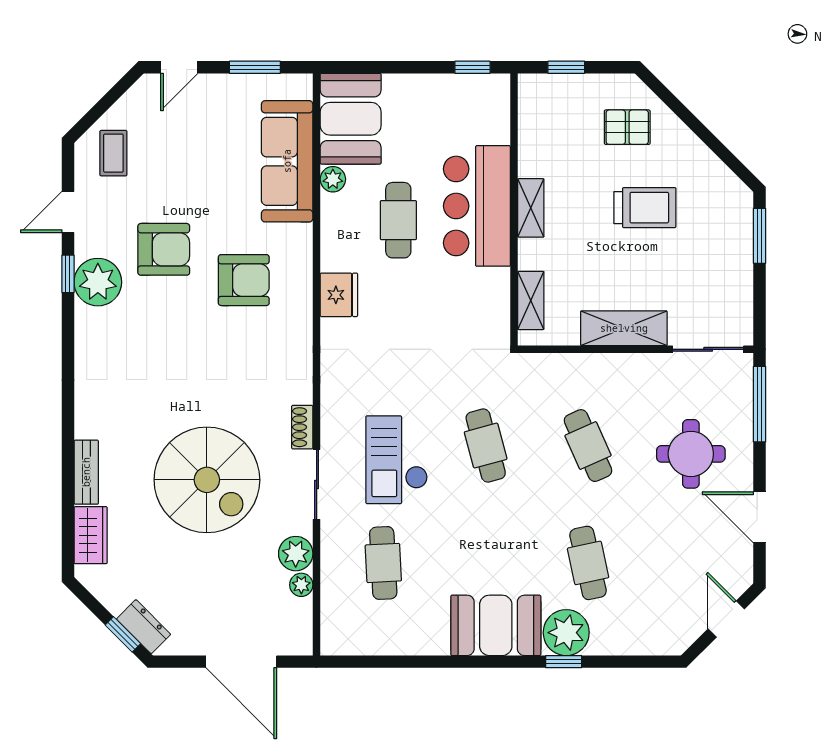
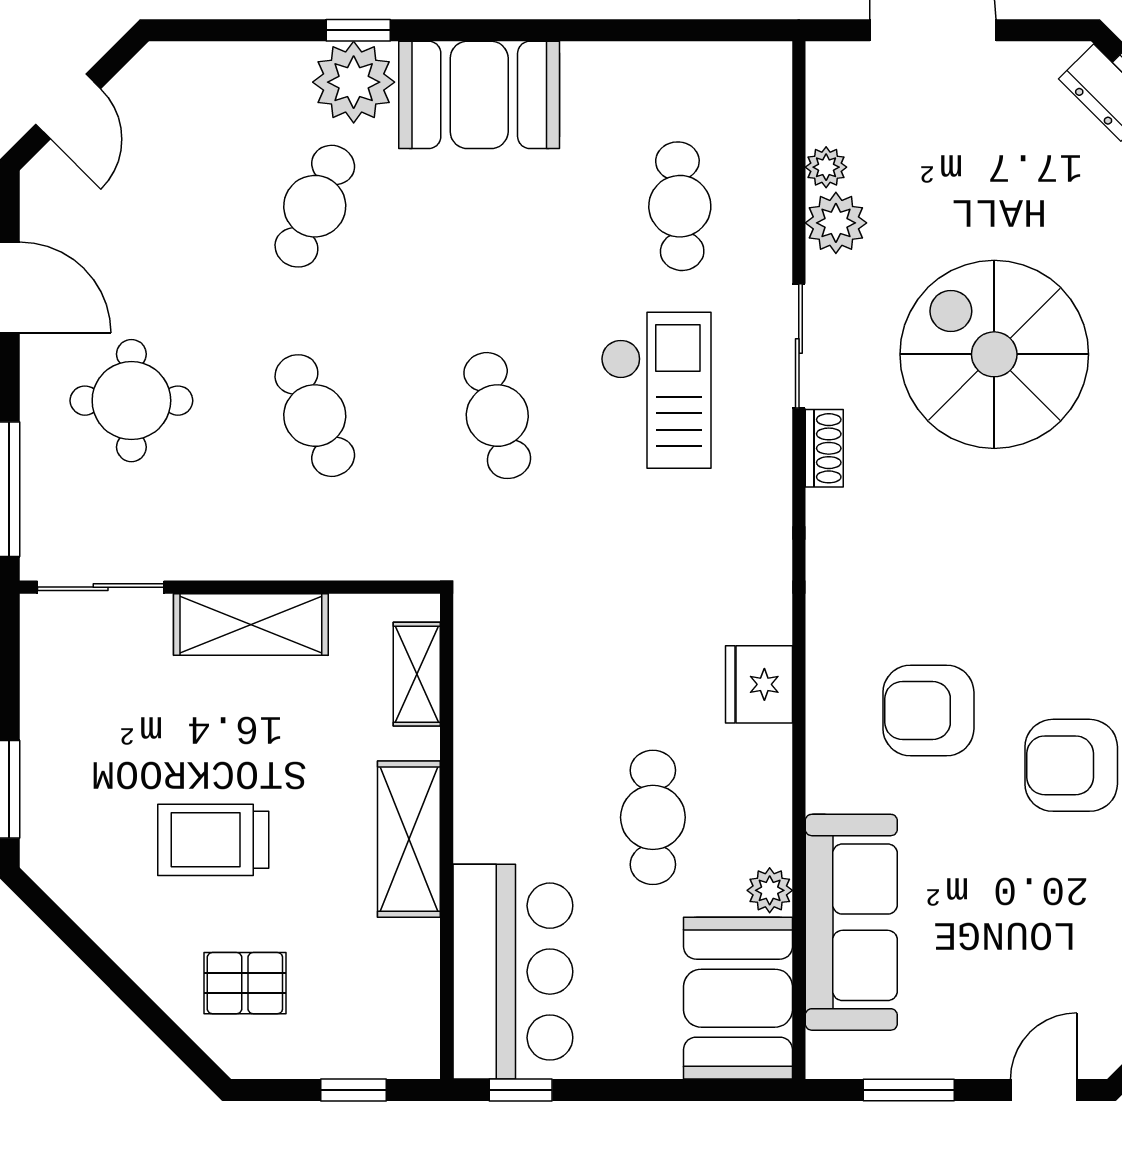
bar counter: (477, 206) -> (513, 972), moved
shelving: (531, 208) -> (409, 839), width x1.50, depth x1.33
cafe table: (588, 563) -> (315, 206), turned 36

